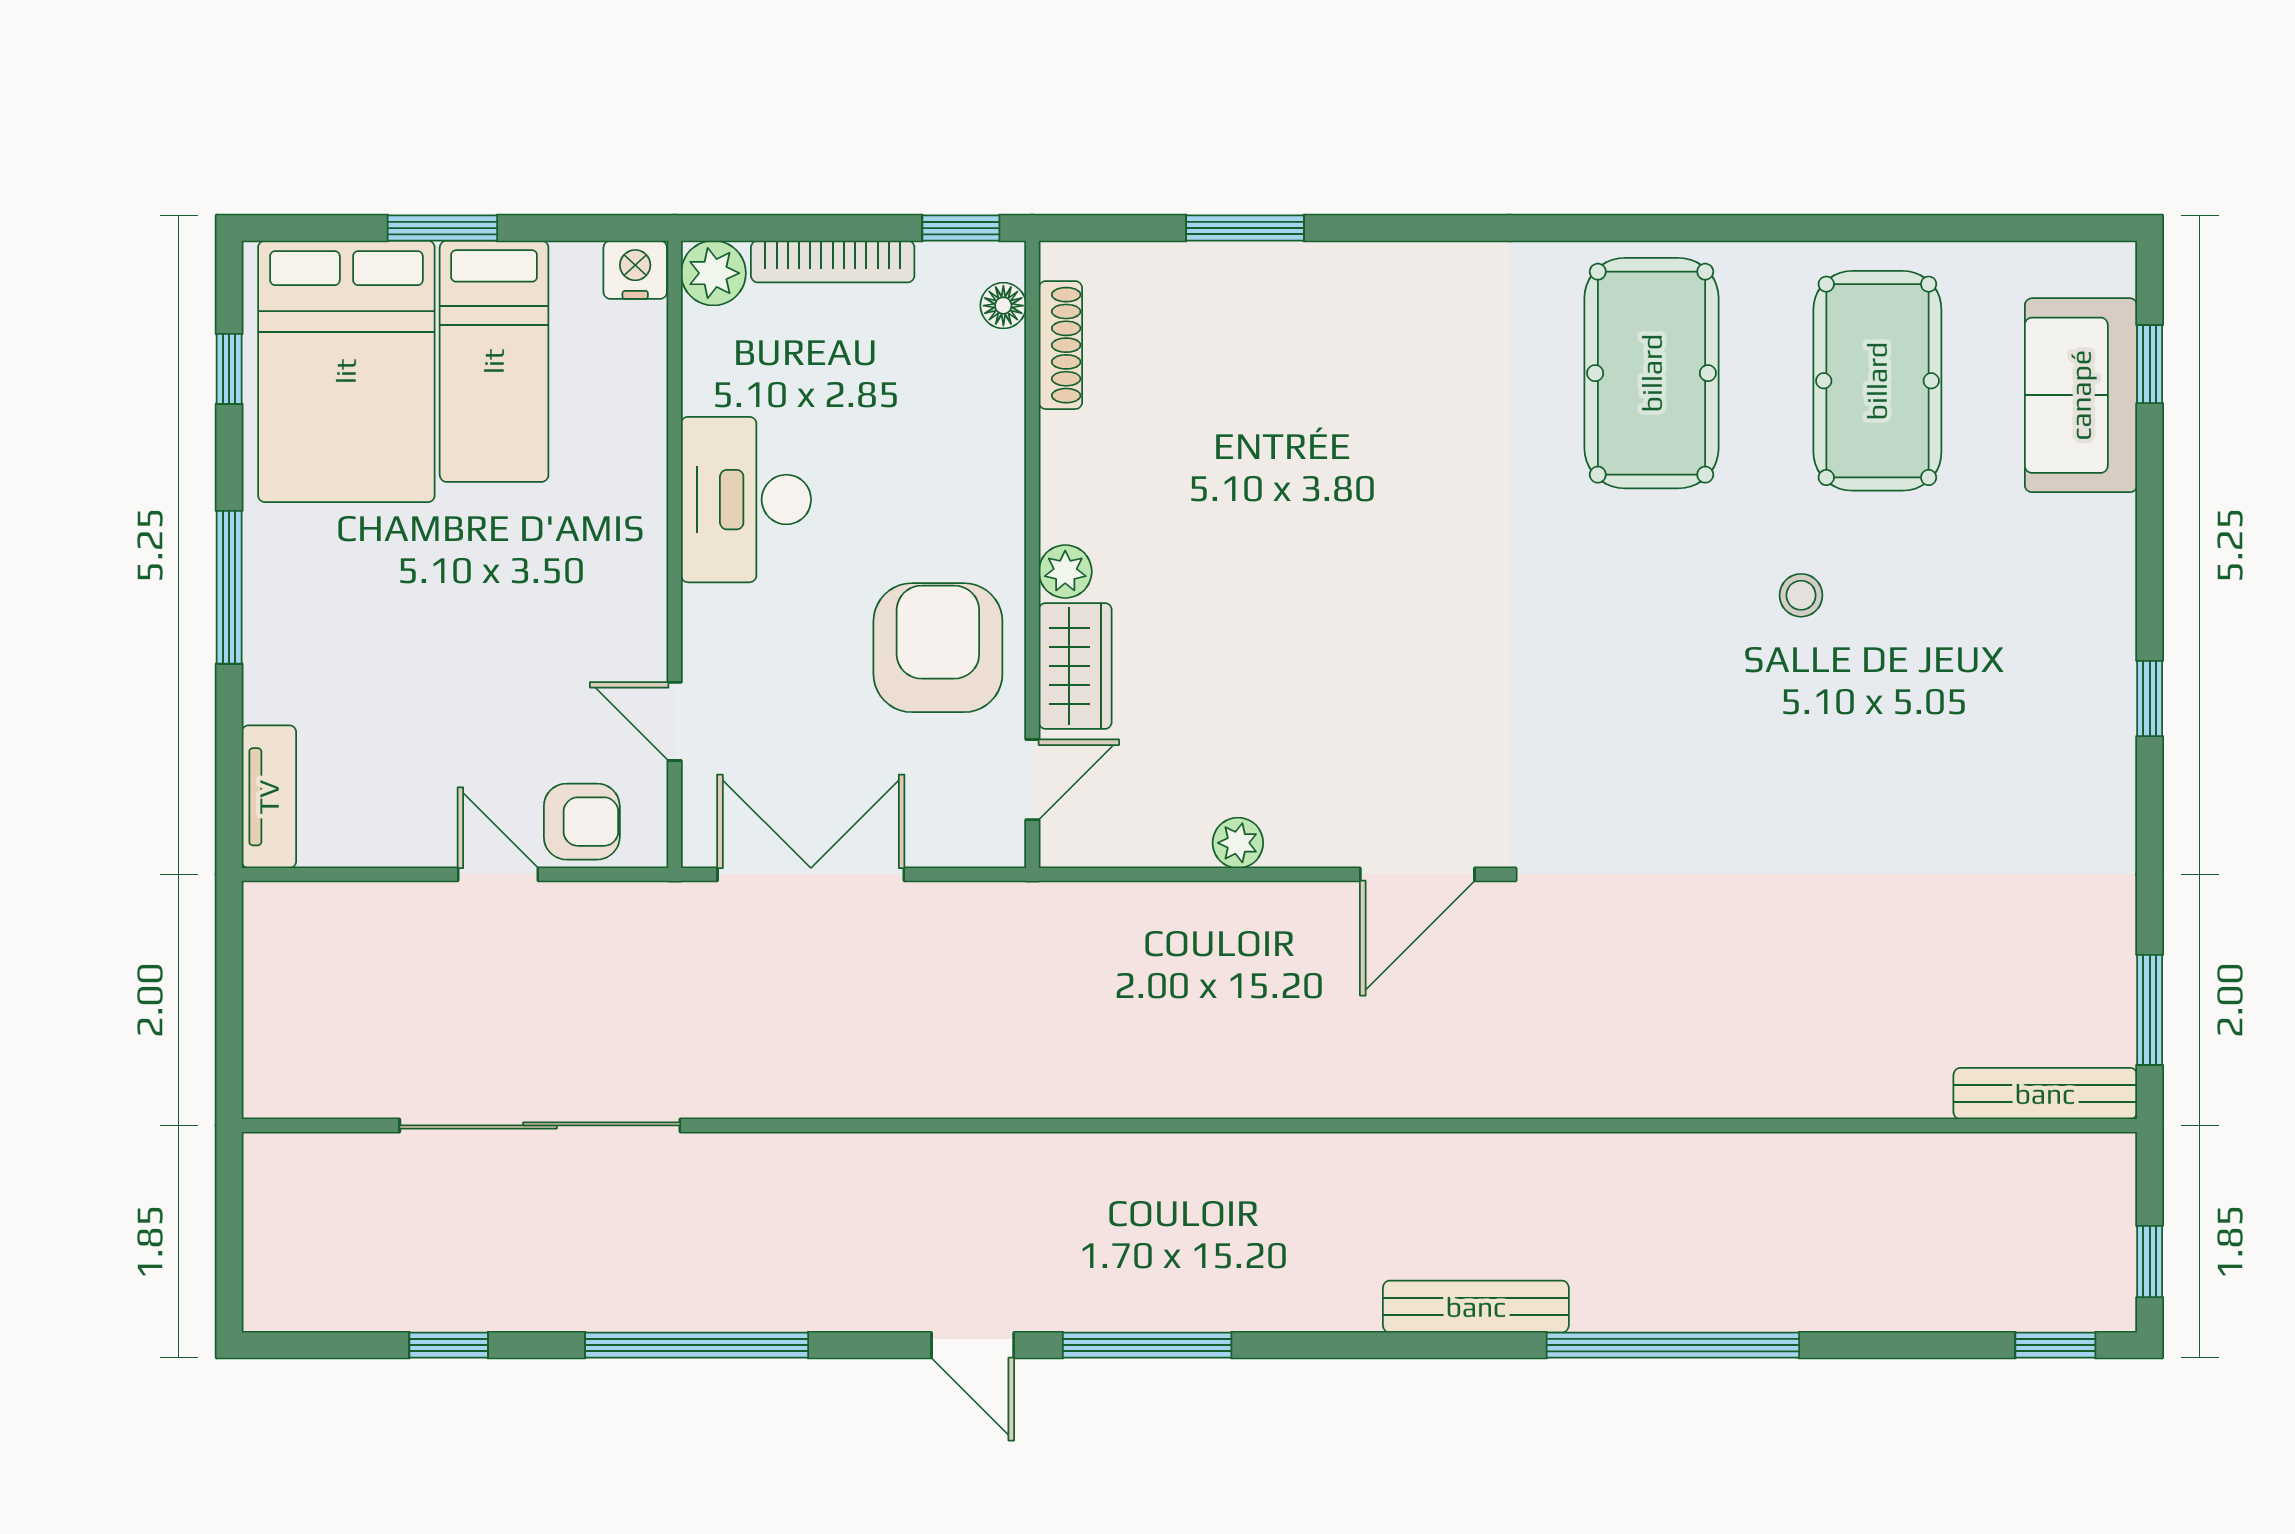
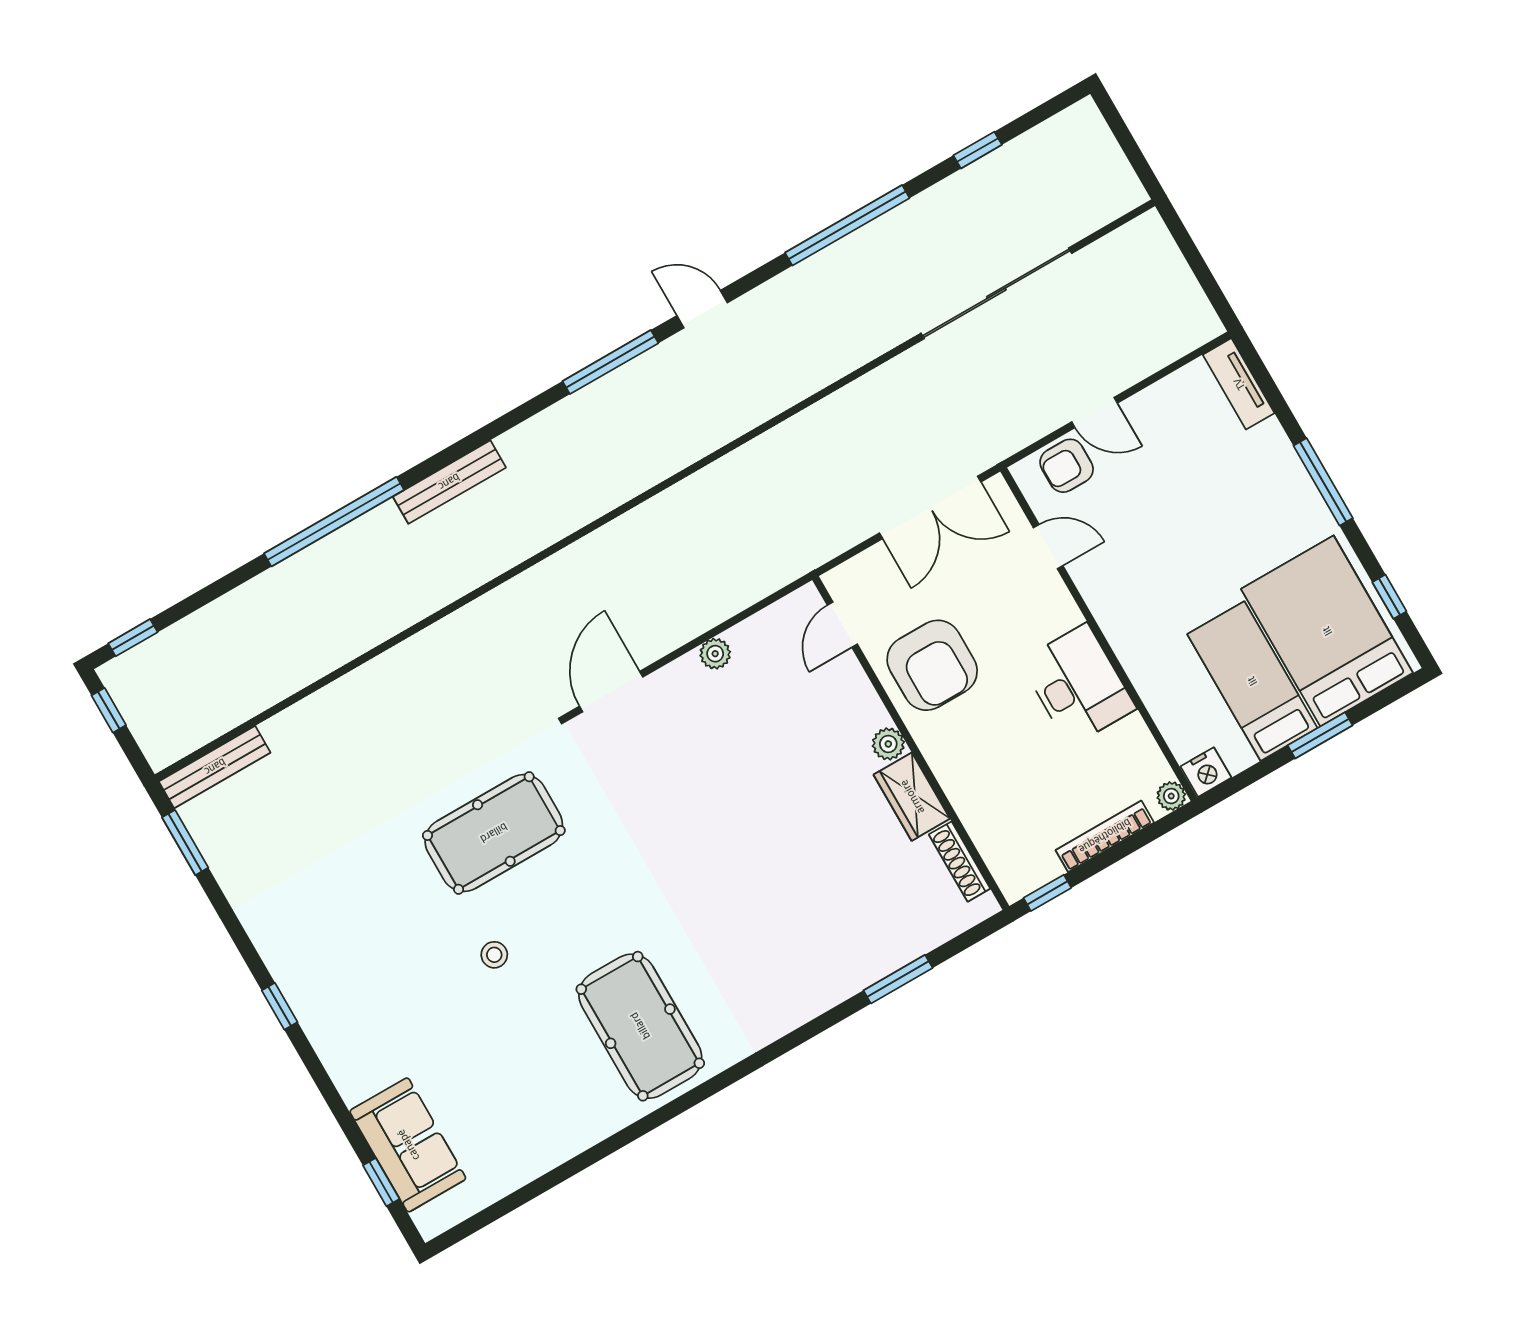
plant: (713, 273) -> (1171, 796), width x0.73, depth x0.73
floor lamp: (1003, 306) -> (1002, 865), removed
pool table: (1877, 381) -> (494, 833), moved, turned 90
wardrobe: (1075, 666) -> (912, 797), moved

